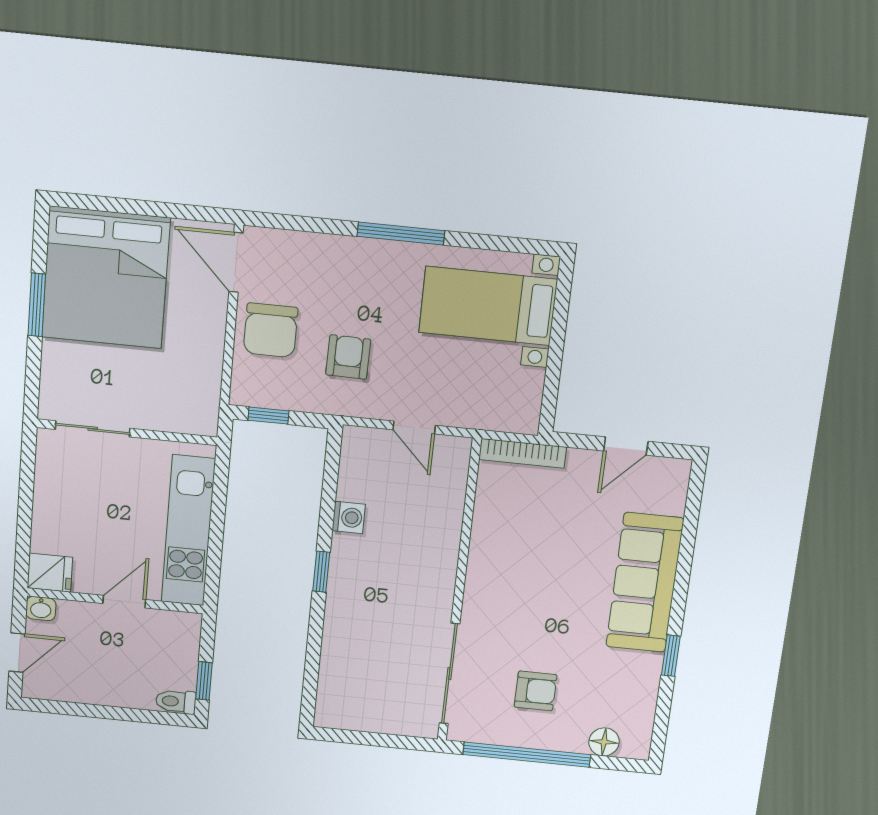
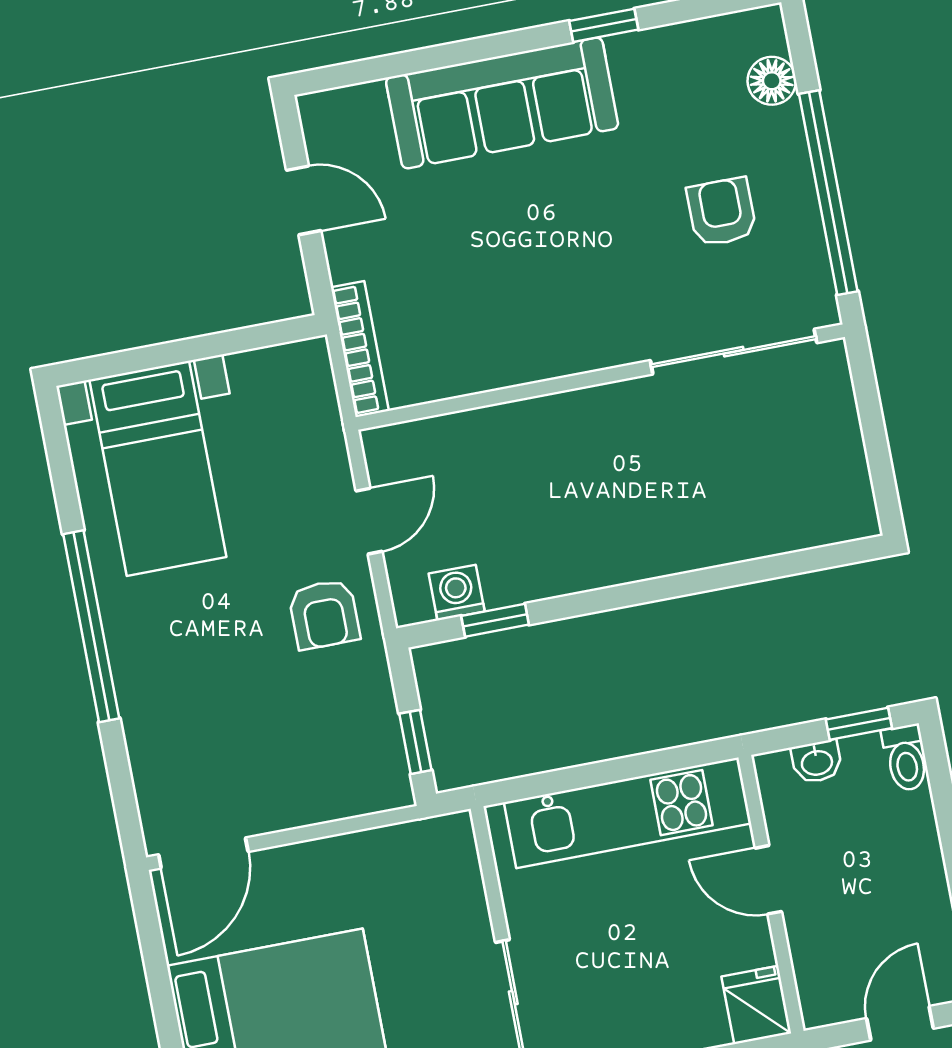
window: (401, 234) -> (91, 626), width x1.46
chair: (271, 330) -> (288, 775), removed
armchair: (348, 357) -> (324, 614), moved, turned -91
washing machine: (349, 517) -> (457, 593), moved
window: (321, 572) -> (495, 620), moved
washbasin: (41, 609) -> (817, 762), moved, turned 90
door: (17, 653) -> (900, 1023), hinge flipped

